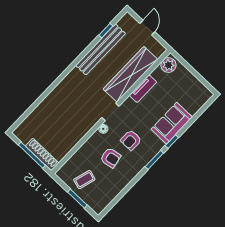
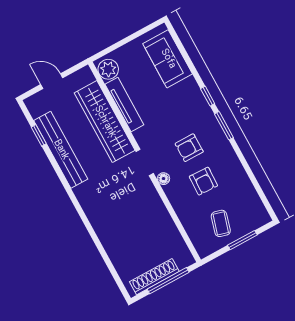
tv unit: (143, 89) -> (124, 104), width x1.41
sofa: (172, 123) -> (168, 59), moved
armchair: (131, 140) -> (189, 148), turned 90
shoe rack: (42, 154) -> (154, 277), moved
armchair: (110, 158) -> (203, 181), turned 103

